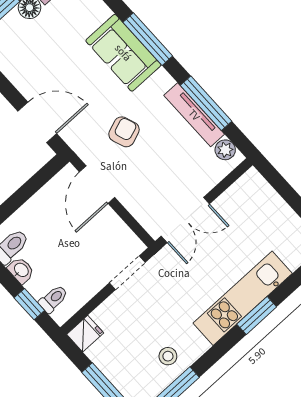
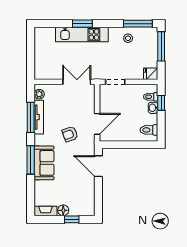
washbasin: (21, 270) -> (153, 108), moved

